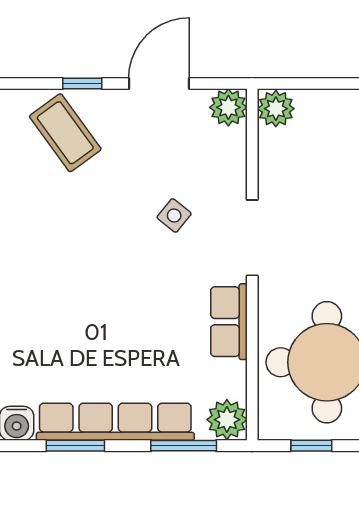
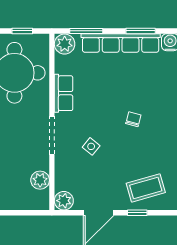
plant: (276, 109) -> (40, 180), moved
coffee table: (65, 133) -> (146, 188), turned -70
chair: (90, 270) -> (133, 119), added

